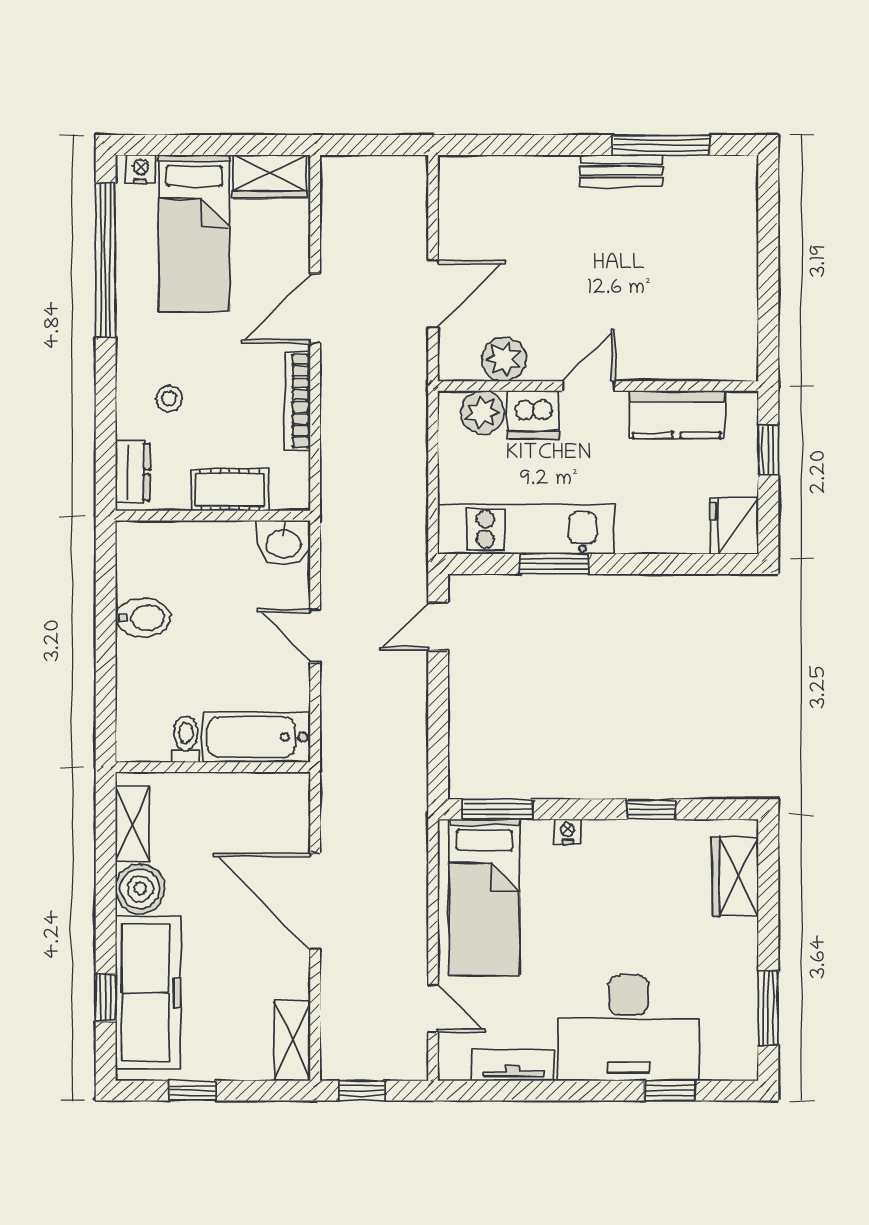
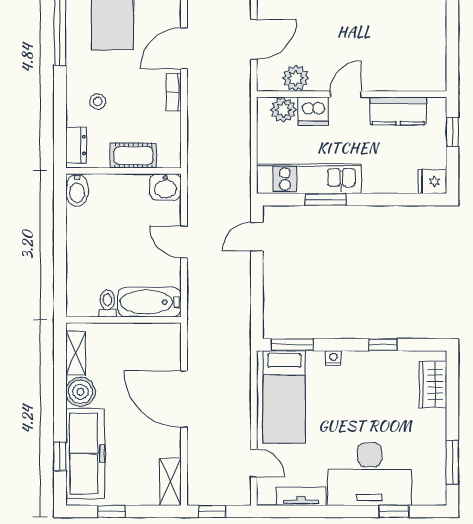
bookcase: (298, 401) -> (174, 92), width x0.64
fridge: (734, 526) -> (432, 182), width x0.72
bidet: (143, 618) -> (77, 190), moved, turned 90

